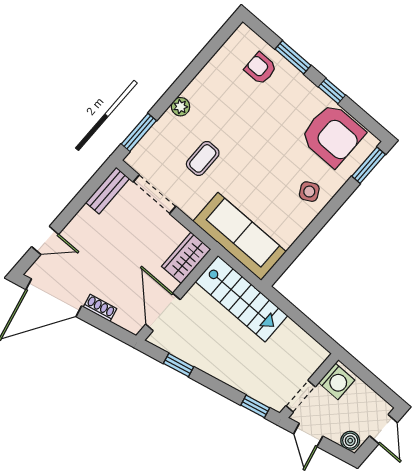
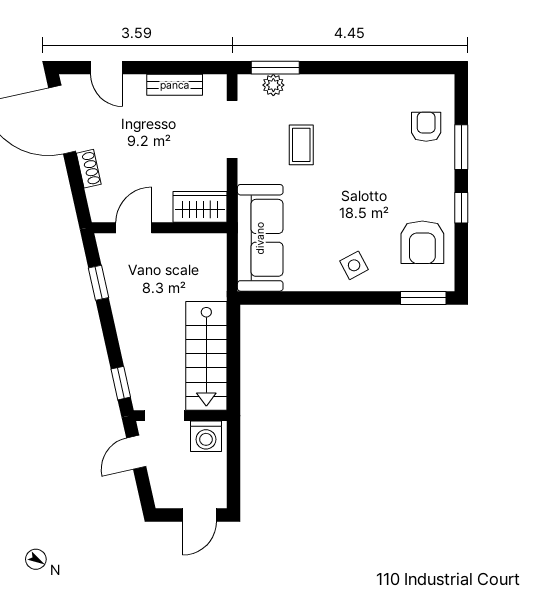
plant: (181, 107) -> (273, 85), moved
armchair: (332, 135) -> (422, 242), width x0.73, depth x0.73
coffee table: (203, 158) -> (301, 145), turned 90
bench: (108, 191) -> (175, 85), moved
stairs: (242, 299) -> (206, 356), moved
door: (163, 312) -> (134, 228), width x0.73
boiler: (350, 441) -> (164, 494), removed

